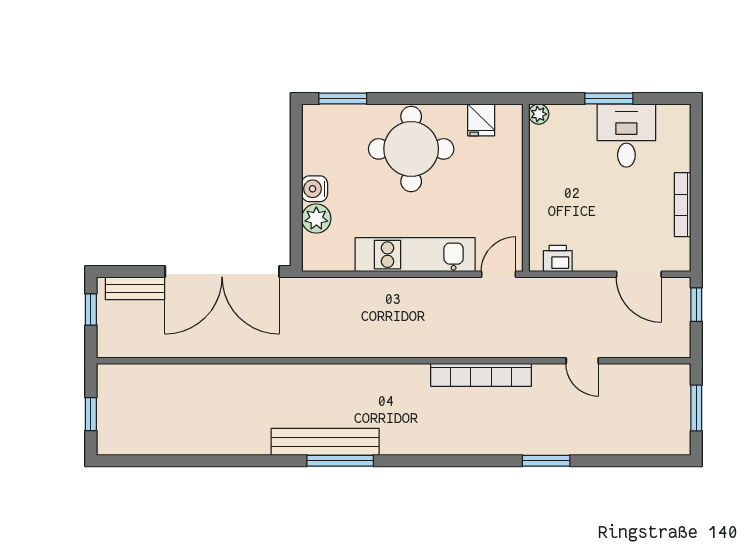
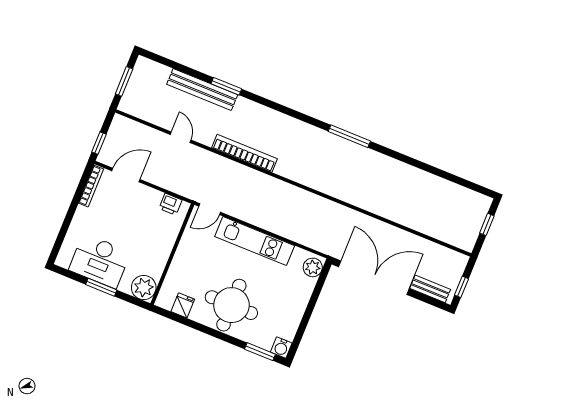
plant: (539, 114) -> (144, 288), width x1.88, depth x1.88
desk: (626, 136) -> (100, 261), width x1.37
water cooler: (315, 189) -> (281, 348), moved, turned 90
bookcase: (683, 205) -> (91, 186), moved
plant: (316, 219) -> (313, 267), moved
door: (639, 274) -> (126, 175), hinge flipped
bench: (325, 442) -> (202, 90), moved

